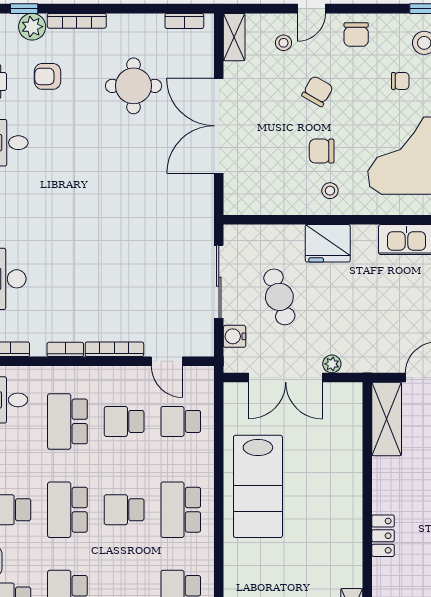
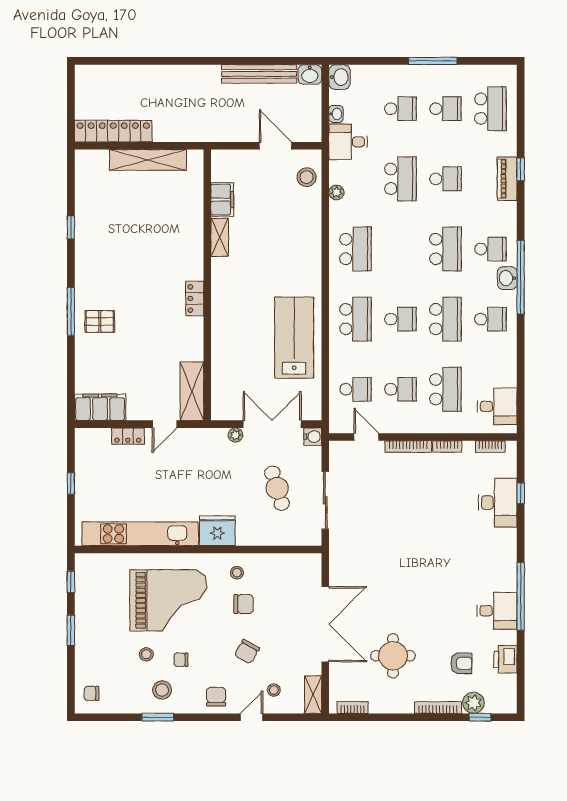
fridge: (328, 243) -> (217, 531), moved
water cooler: (235, 336) -> (313, 437), moved

